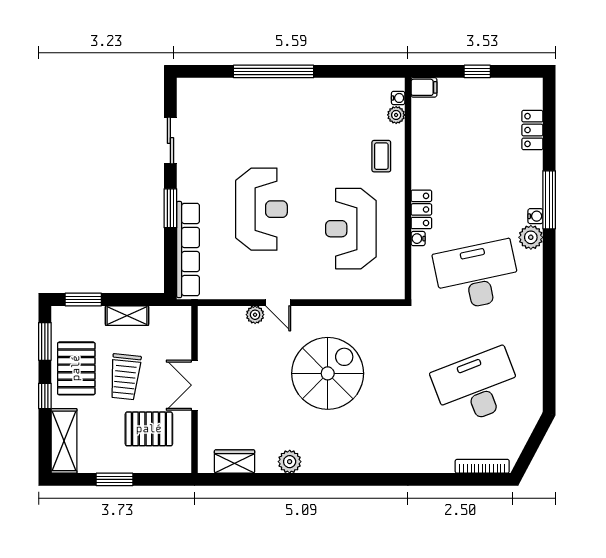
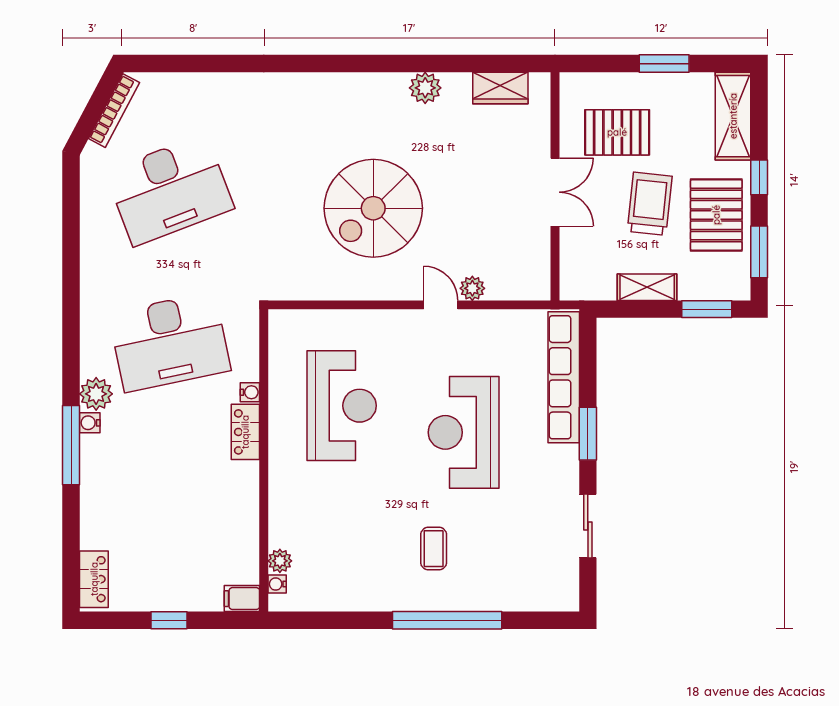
locker: (532, 130) -> (94, 579), moved
coffee table: (381, 156) -> (434, 549), moved
bookcase: (482, 466) -> (114, 111), moved, turned -62

